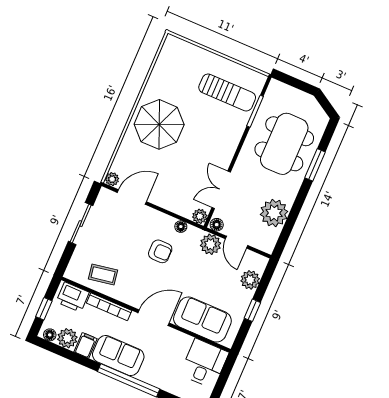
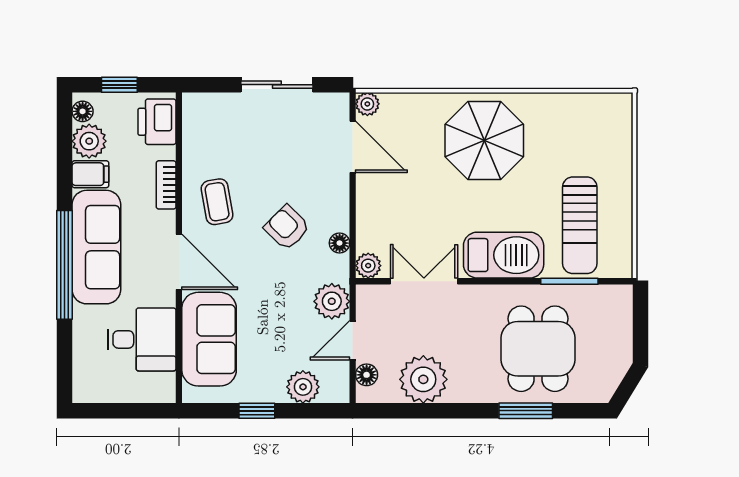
barbecue: (226, 141) -> (504, 255), added
dining table: (284, 144) -> (538, 349), width x0.73
floor lamp: (217, 225) -> (367, 375), moved
armchair: (160, 251) -> (287, 228), turned 135
coffee table: (103, 275) -> (217, 202), moved
bookcase: (109, 307) -> (166, 185), width x0.64
sofa: (118, 356) -> (96, 247), width x1.36
desk: (204, 363) -> (142, 339), moved

